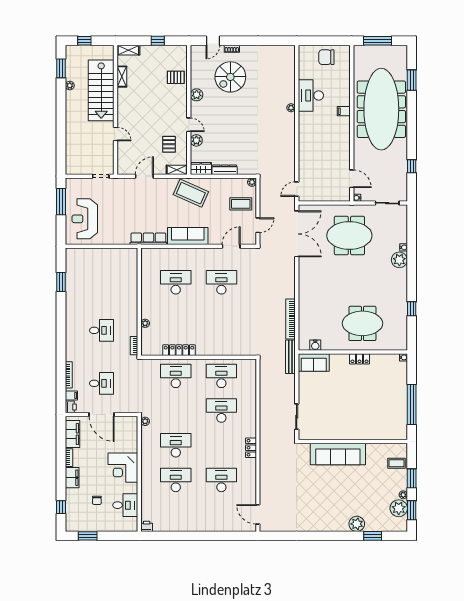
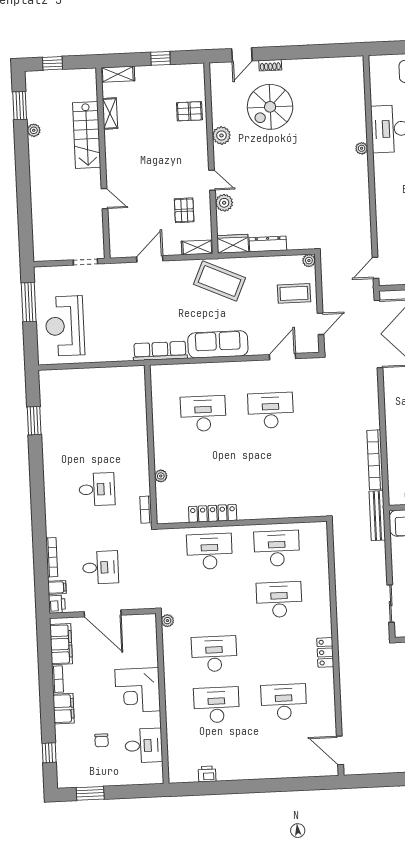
stairs: (101, 90) -> (87, 135), width x0.73, depth x0.66
printer: (147, 526) -> (207, 774), moved

